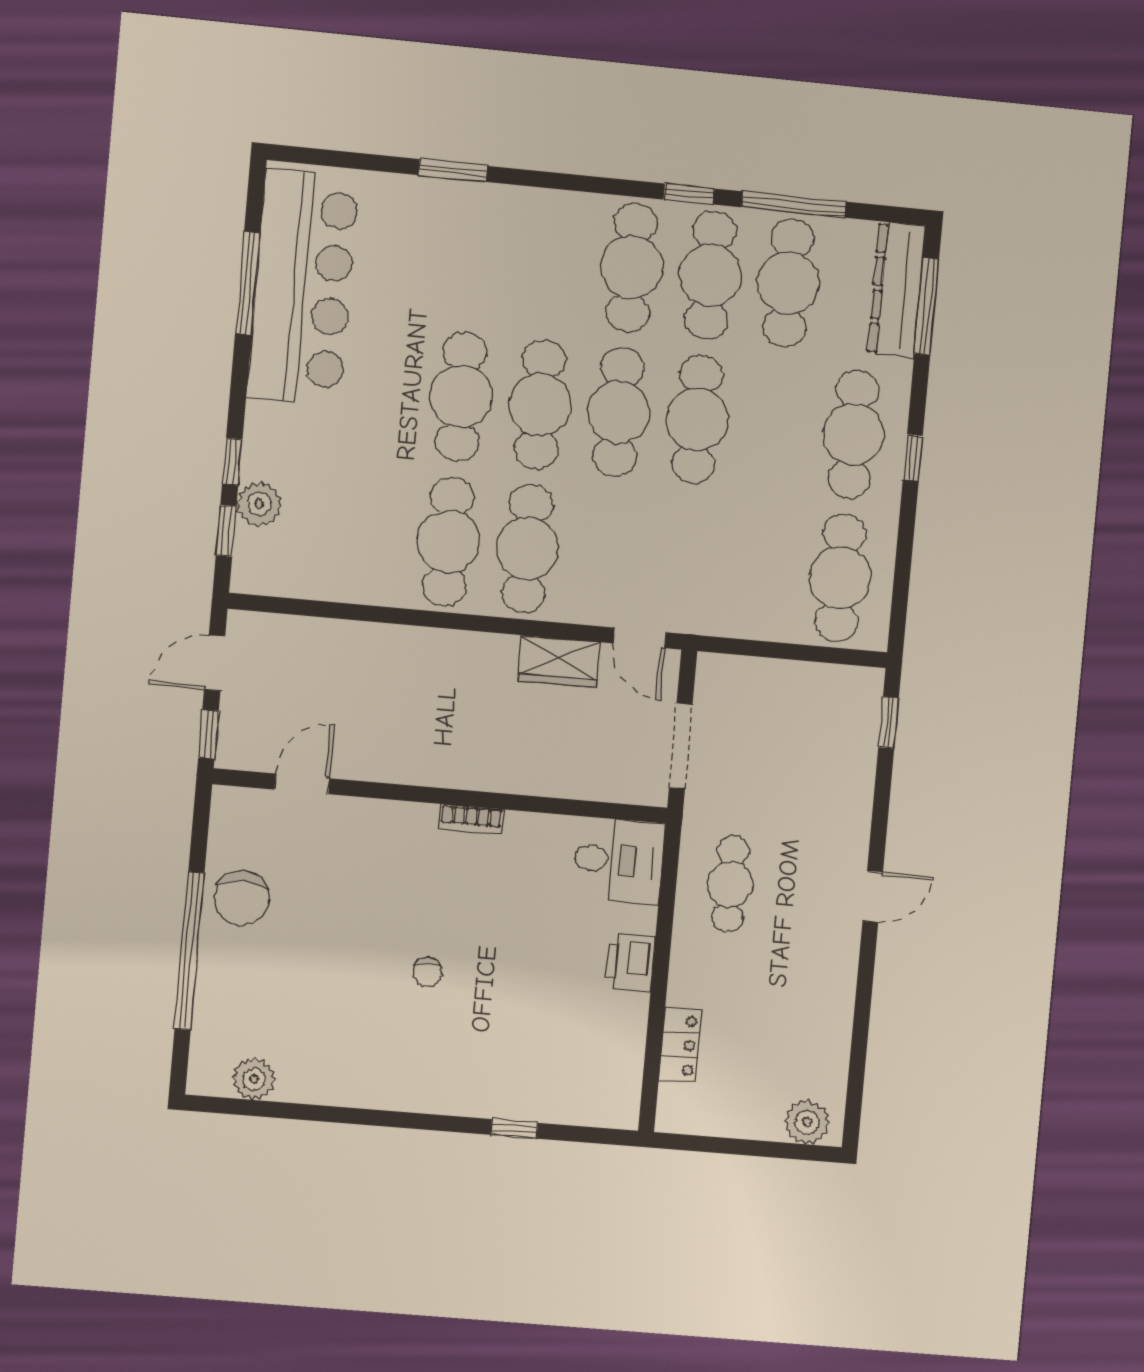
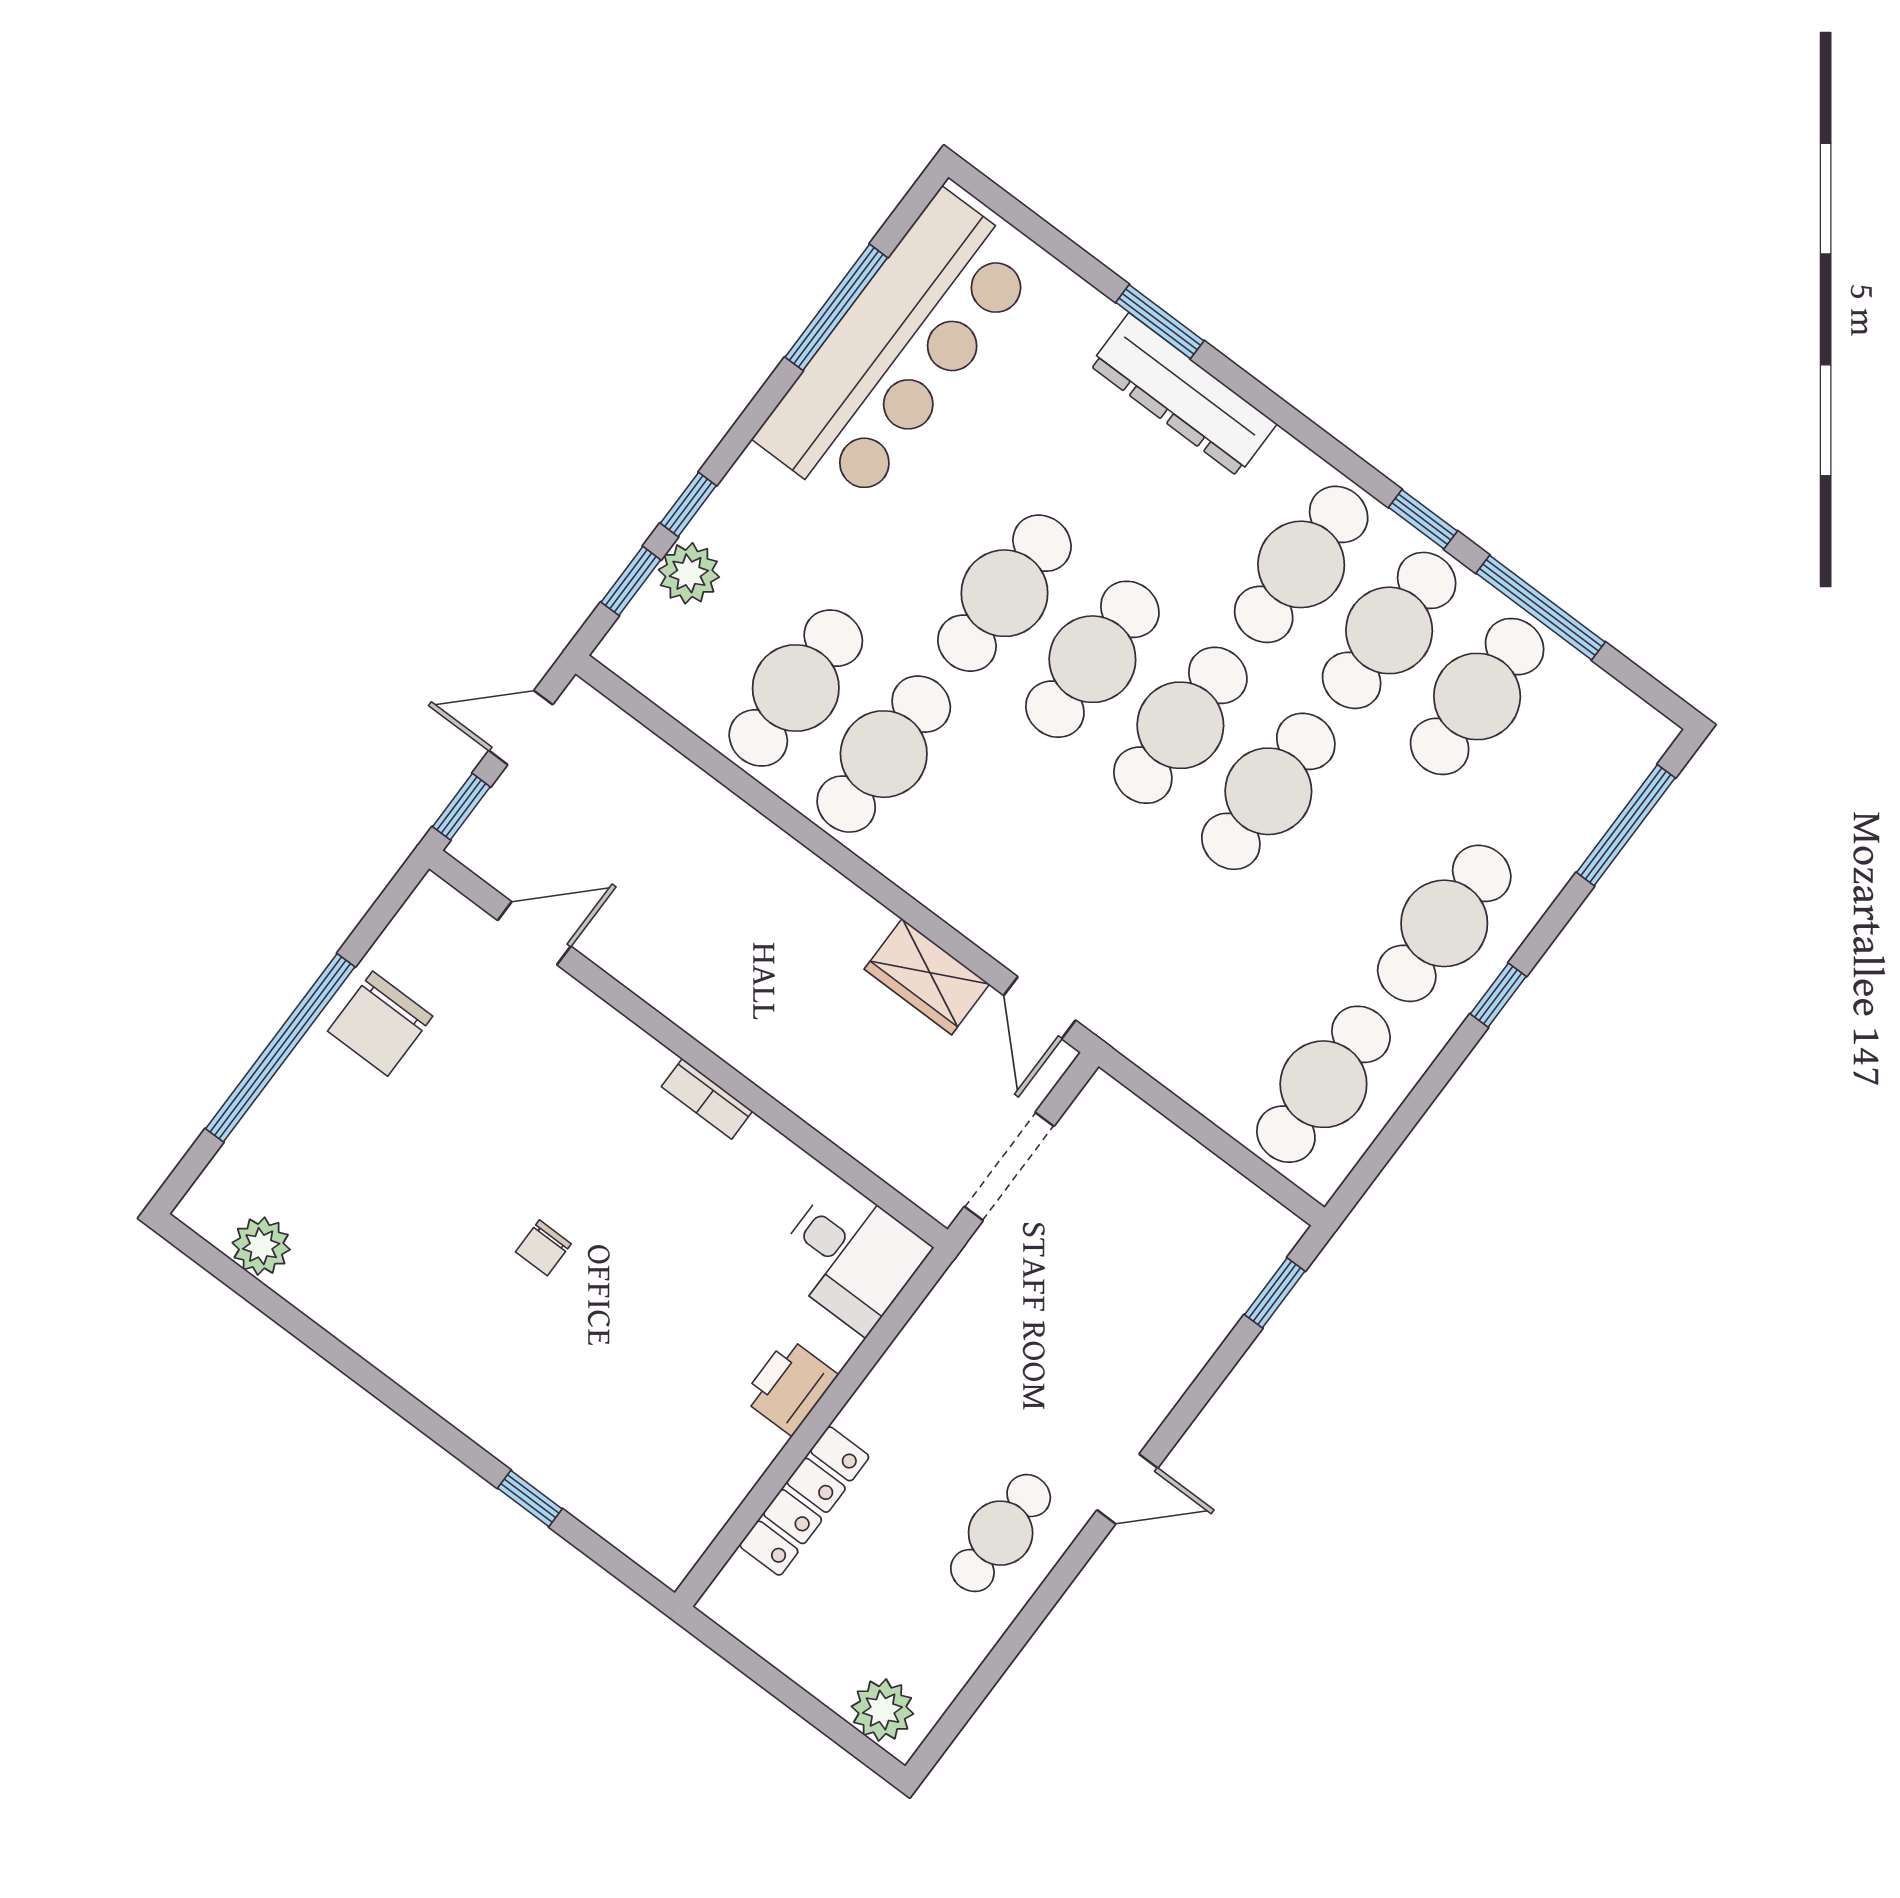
dresser: (897, 290) -> (1183, 395), moved, turned -90
cafe table: (527, 549) -> (796, 688), moved
cafe table: (730, 884) -> (1001, 1533), moved
locker: (680, 1045) -> (804, 1501), width x1.53

